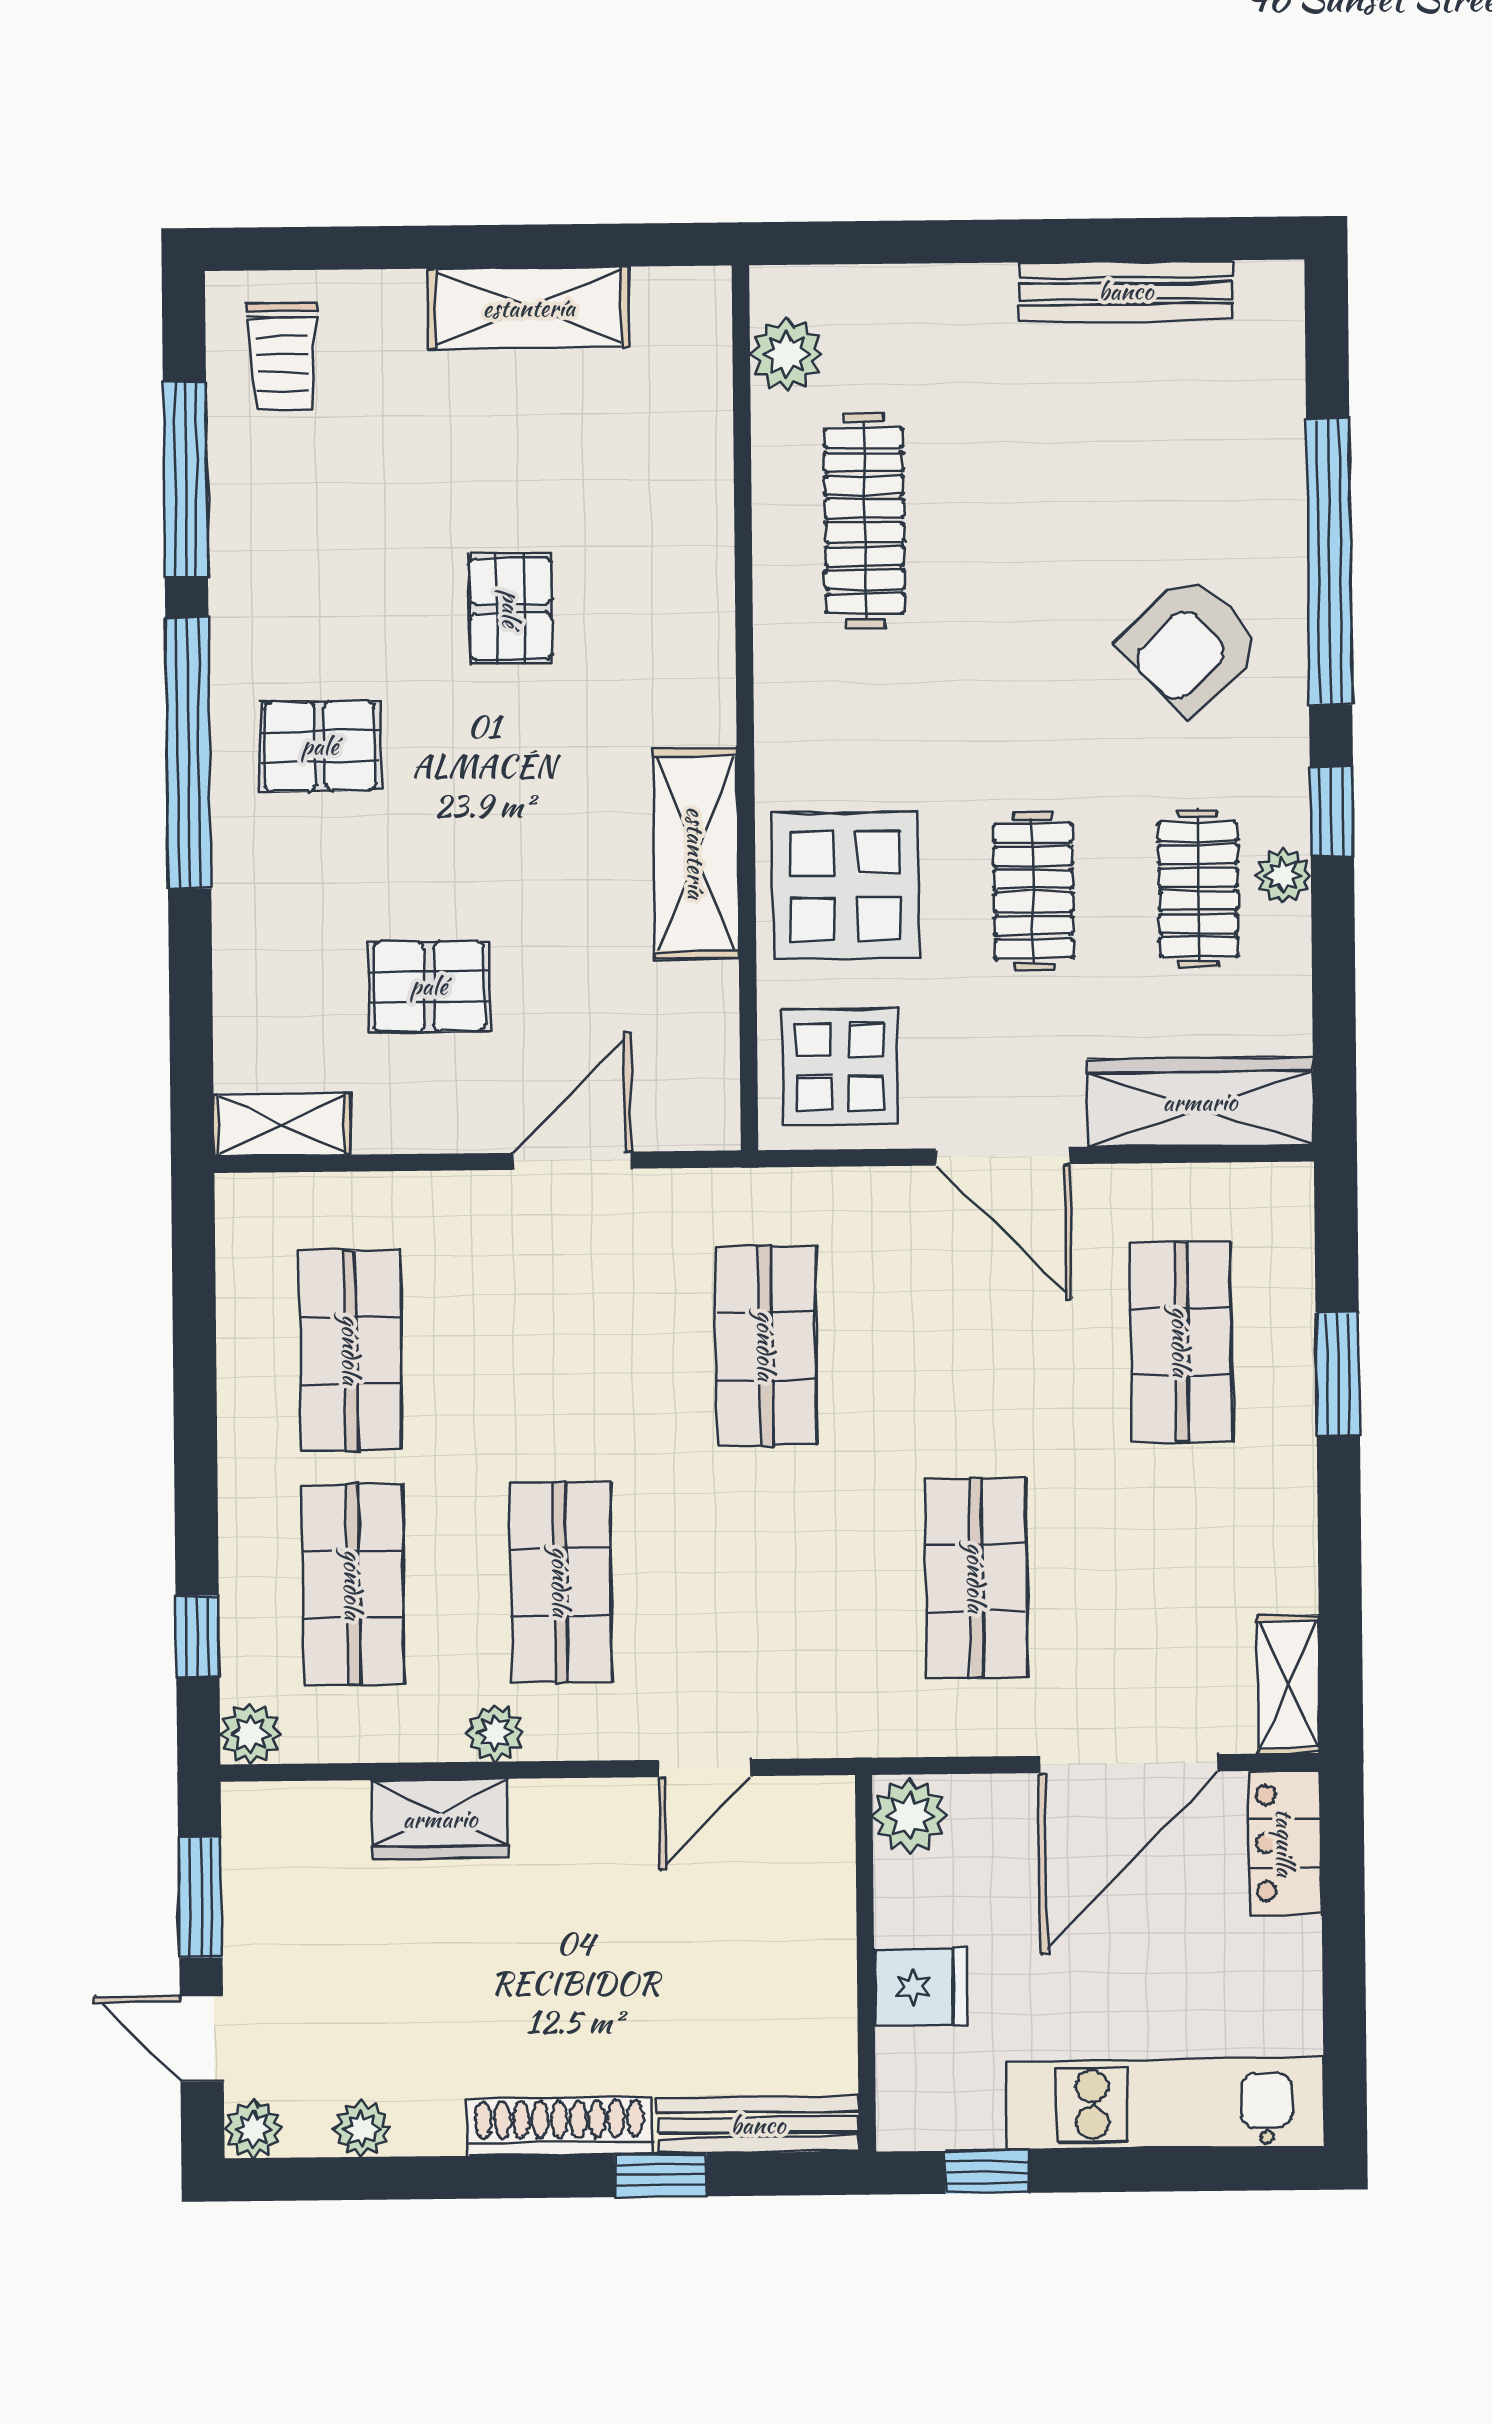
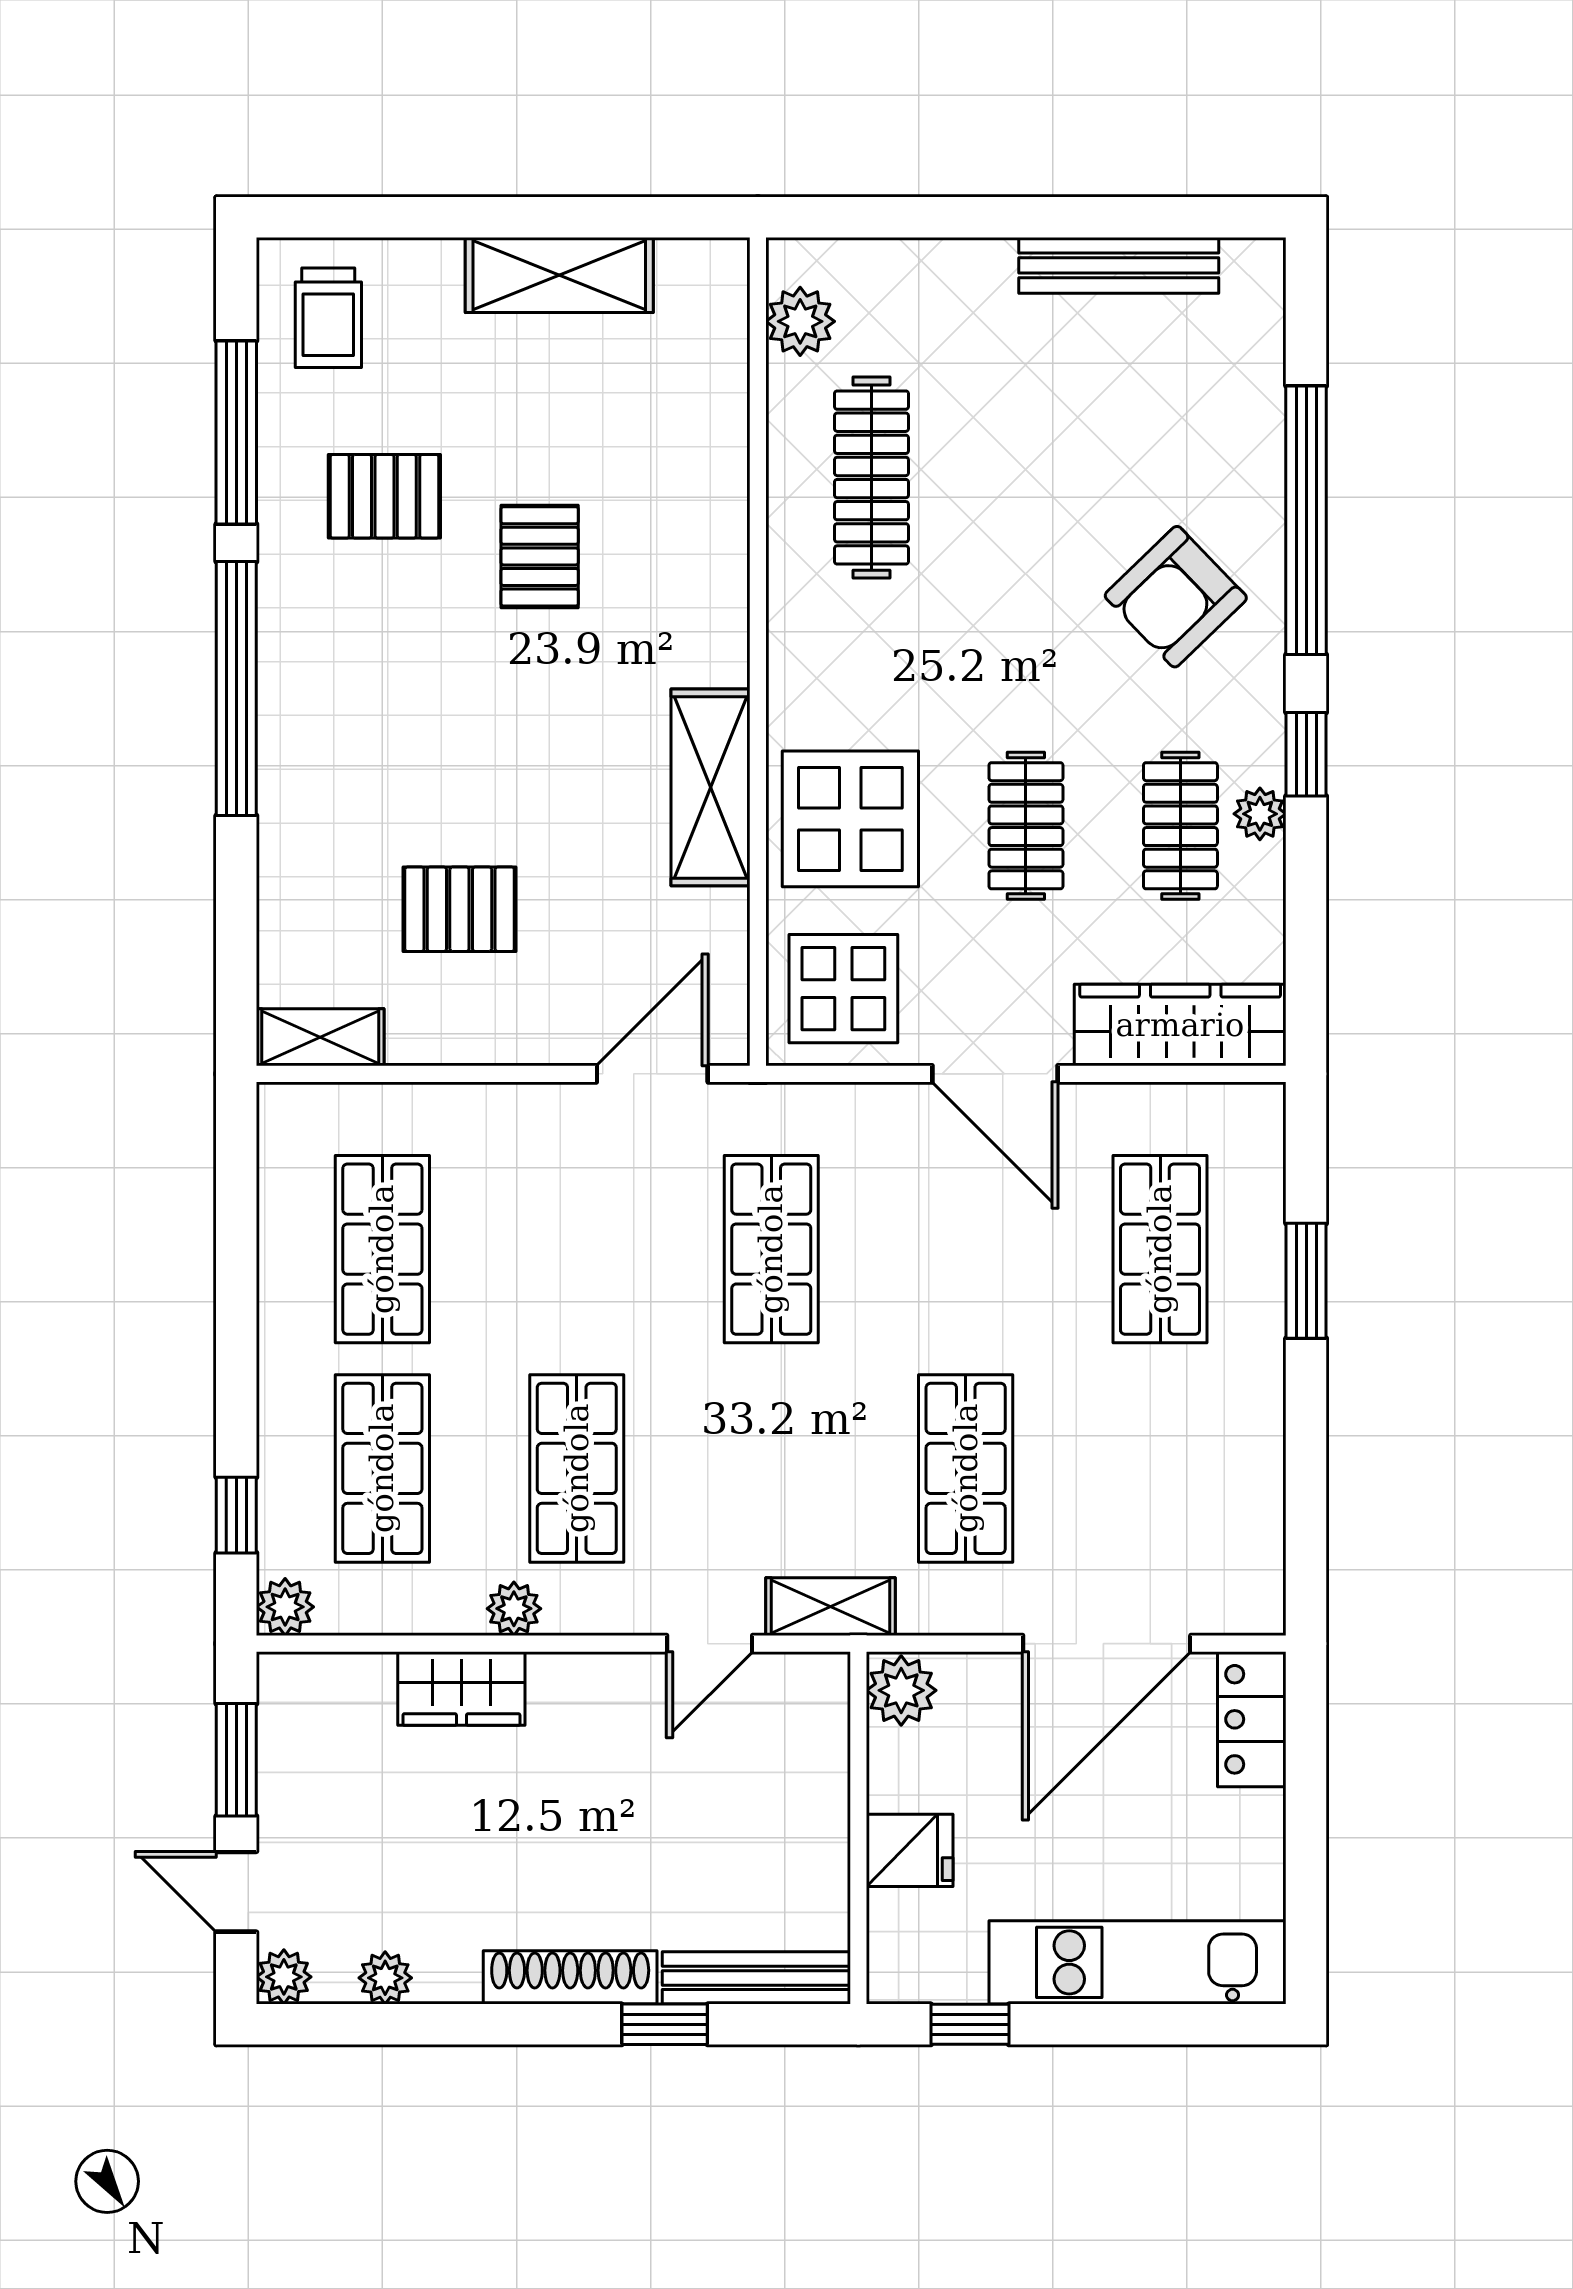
pallet: (320, 746) -> (384, 496), moved
door: (572, 1161) -> (652, 1074), moved
shelving: (1288, 1684) -> (830, 1607), moved, turned 90

